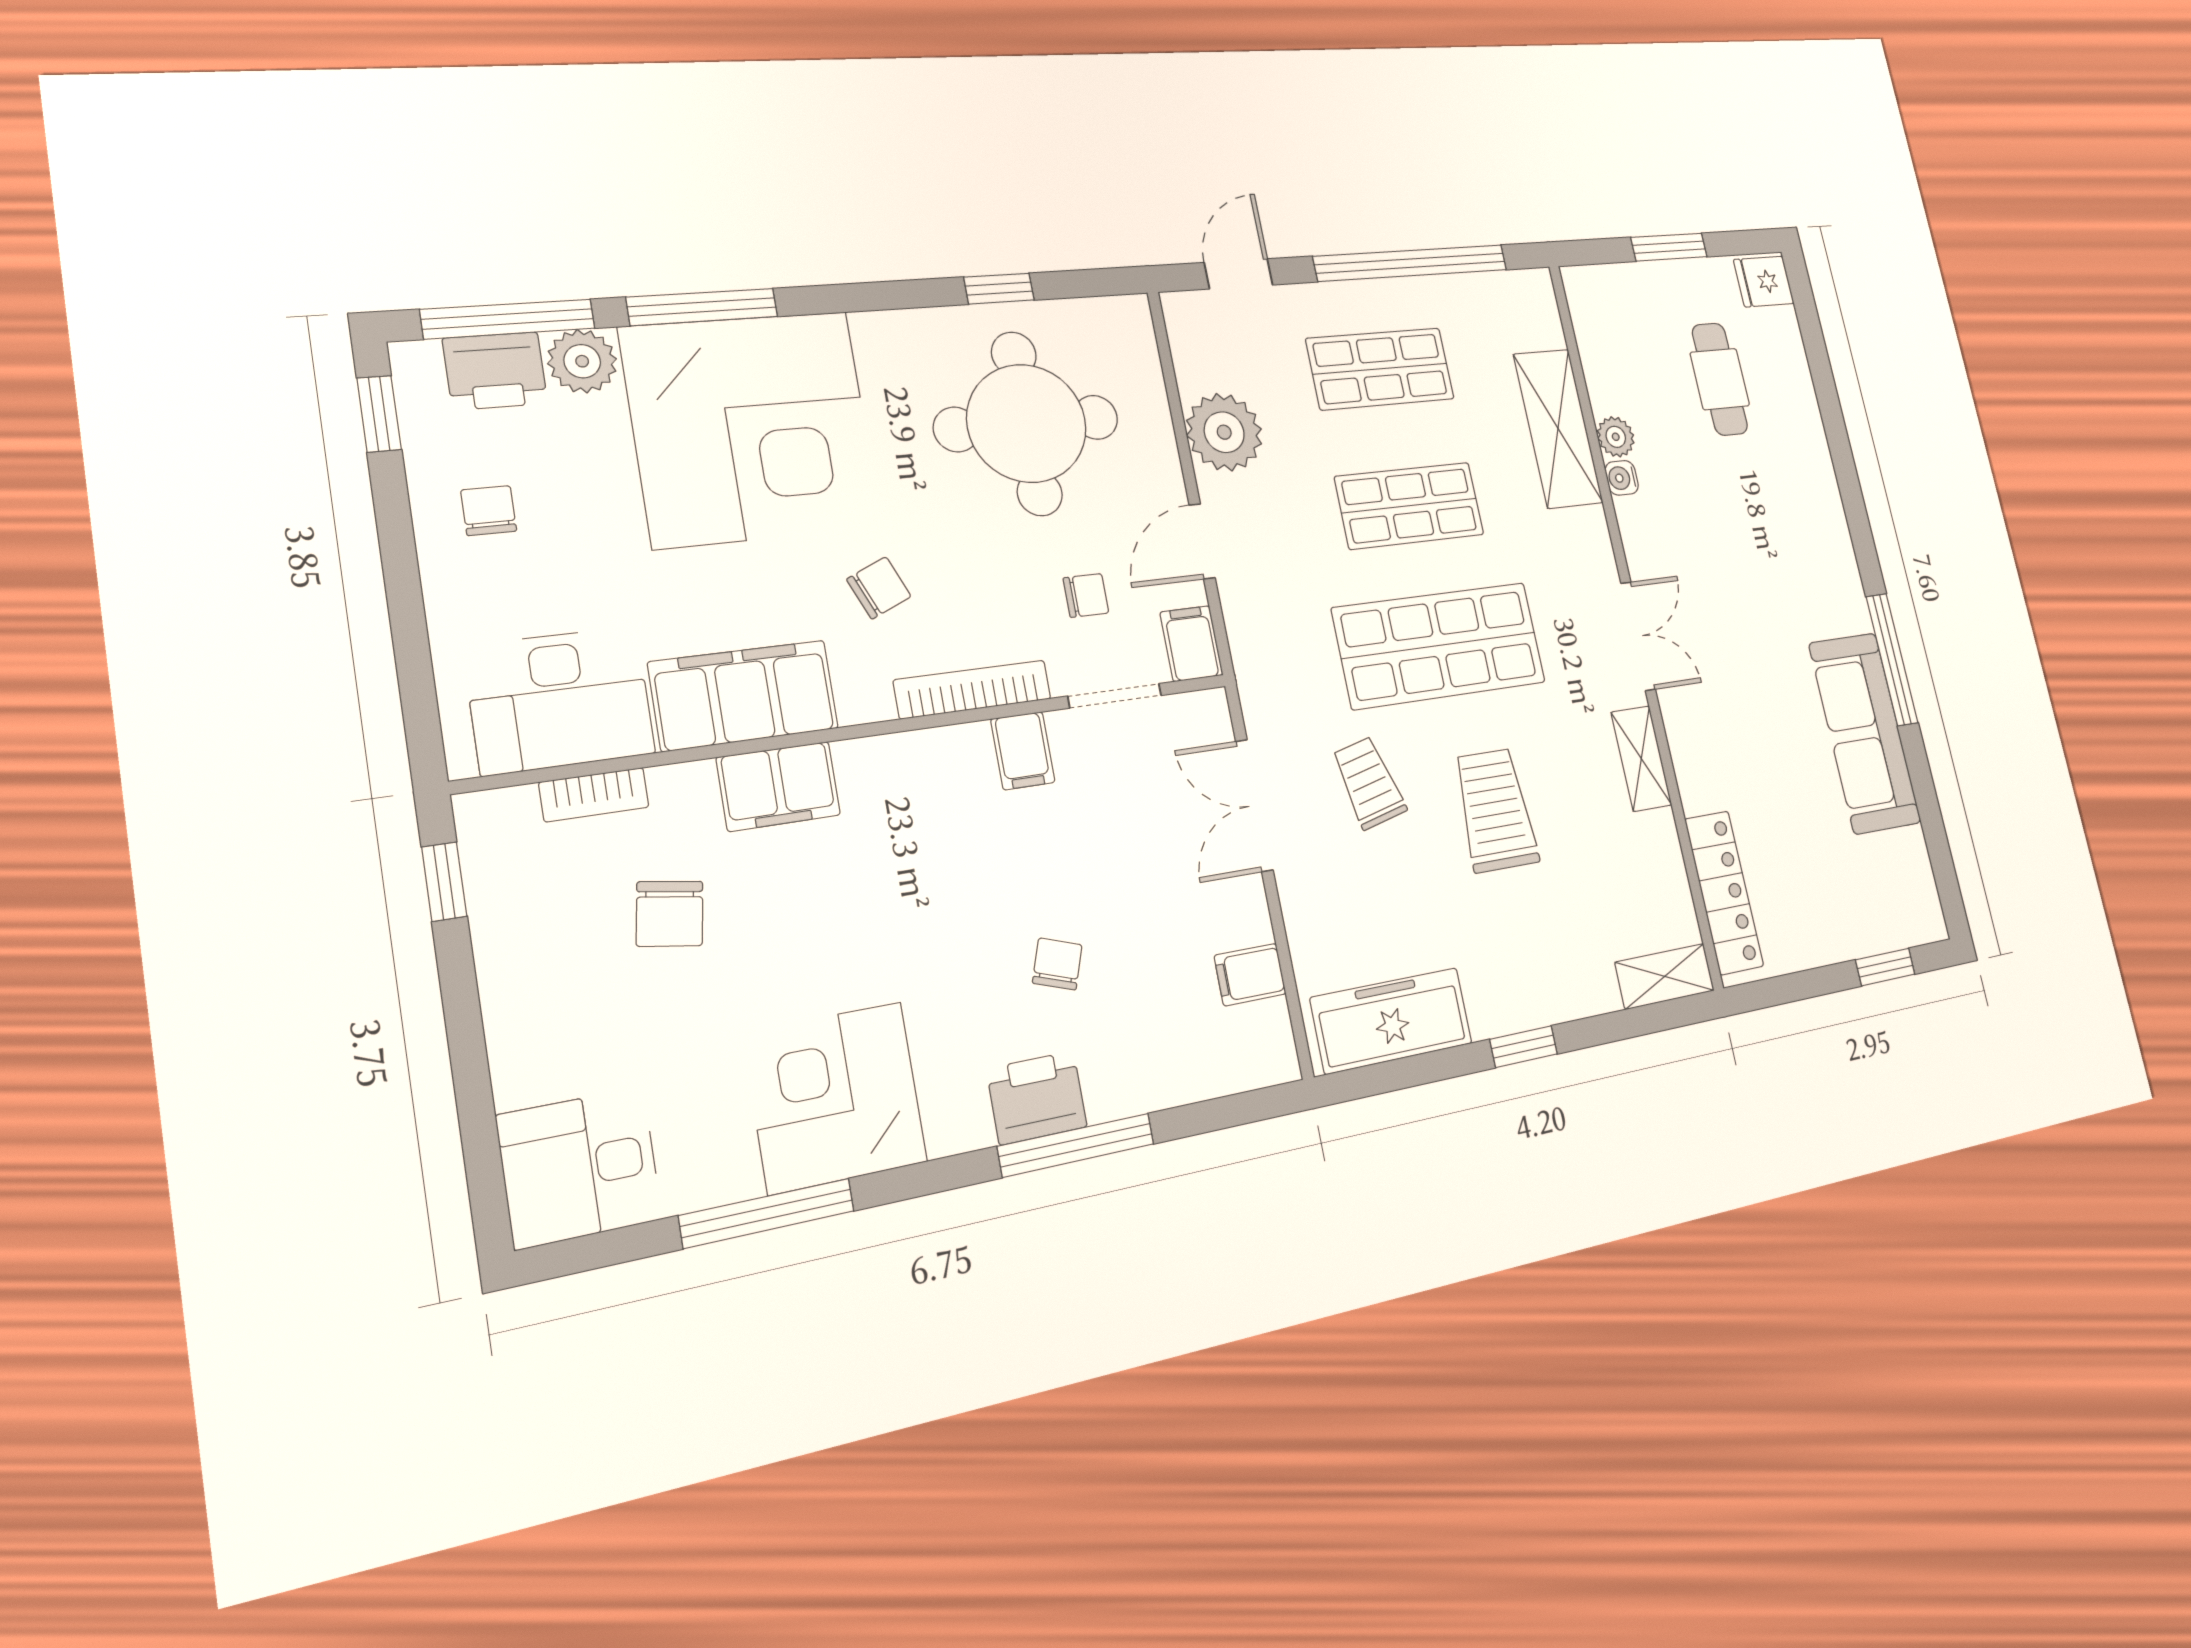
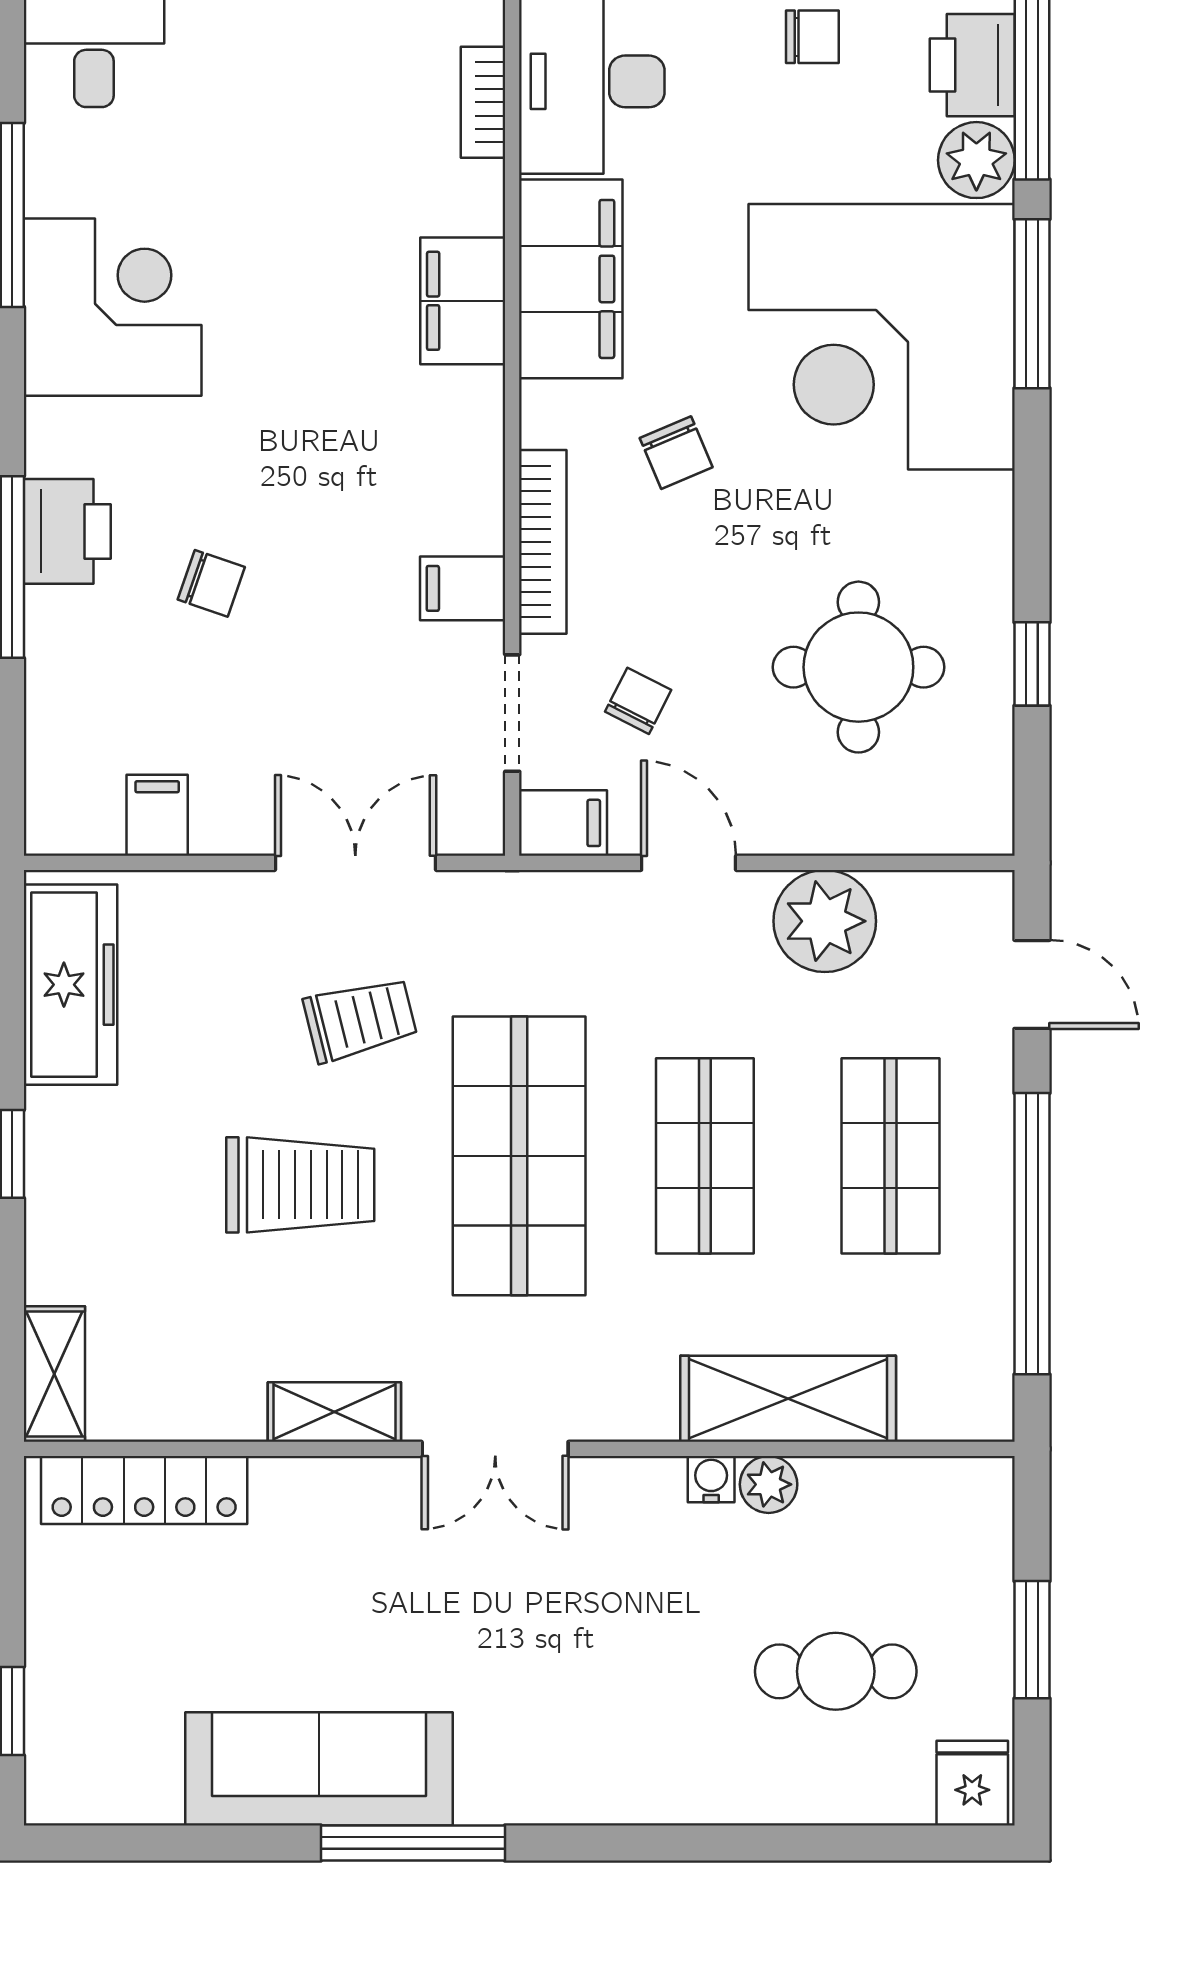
round table: (1027, 423) -> (858, 667), width x0.73, depth x0.73
chair: (1086, 595) -> (638, 701), turned -153
chair: (670, 914) -> (342, 162), removed

